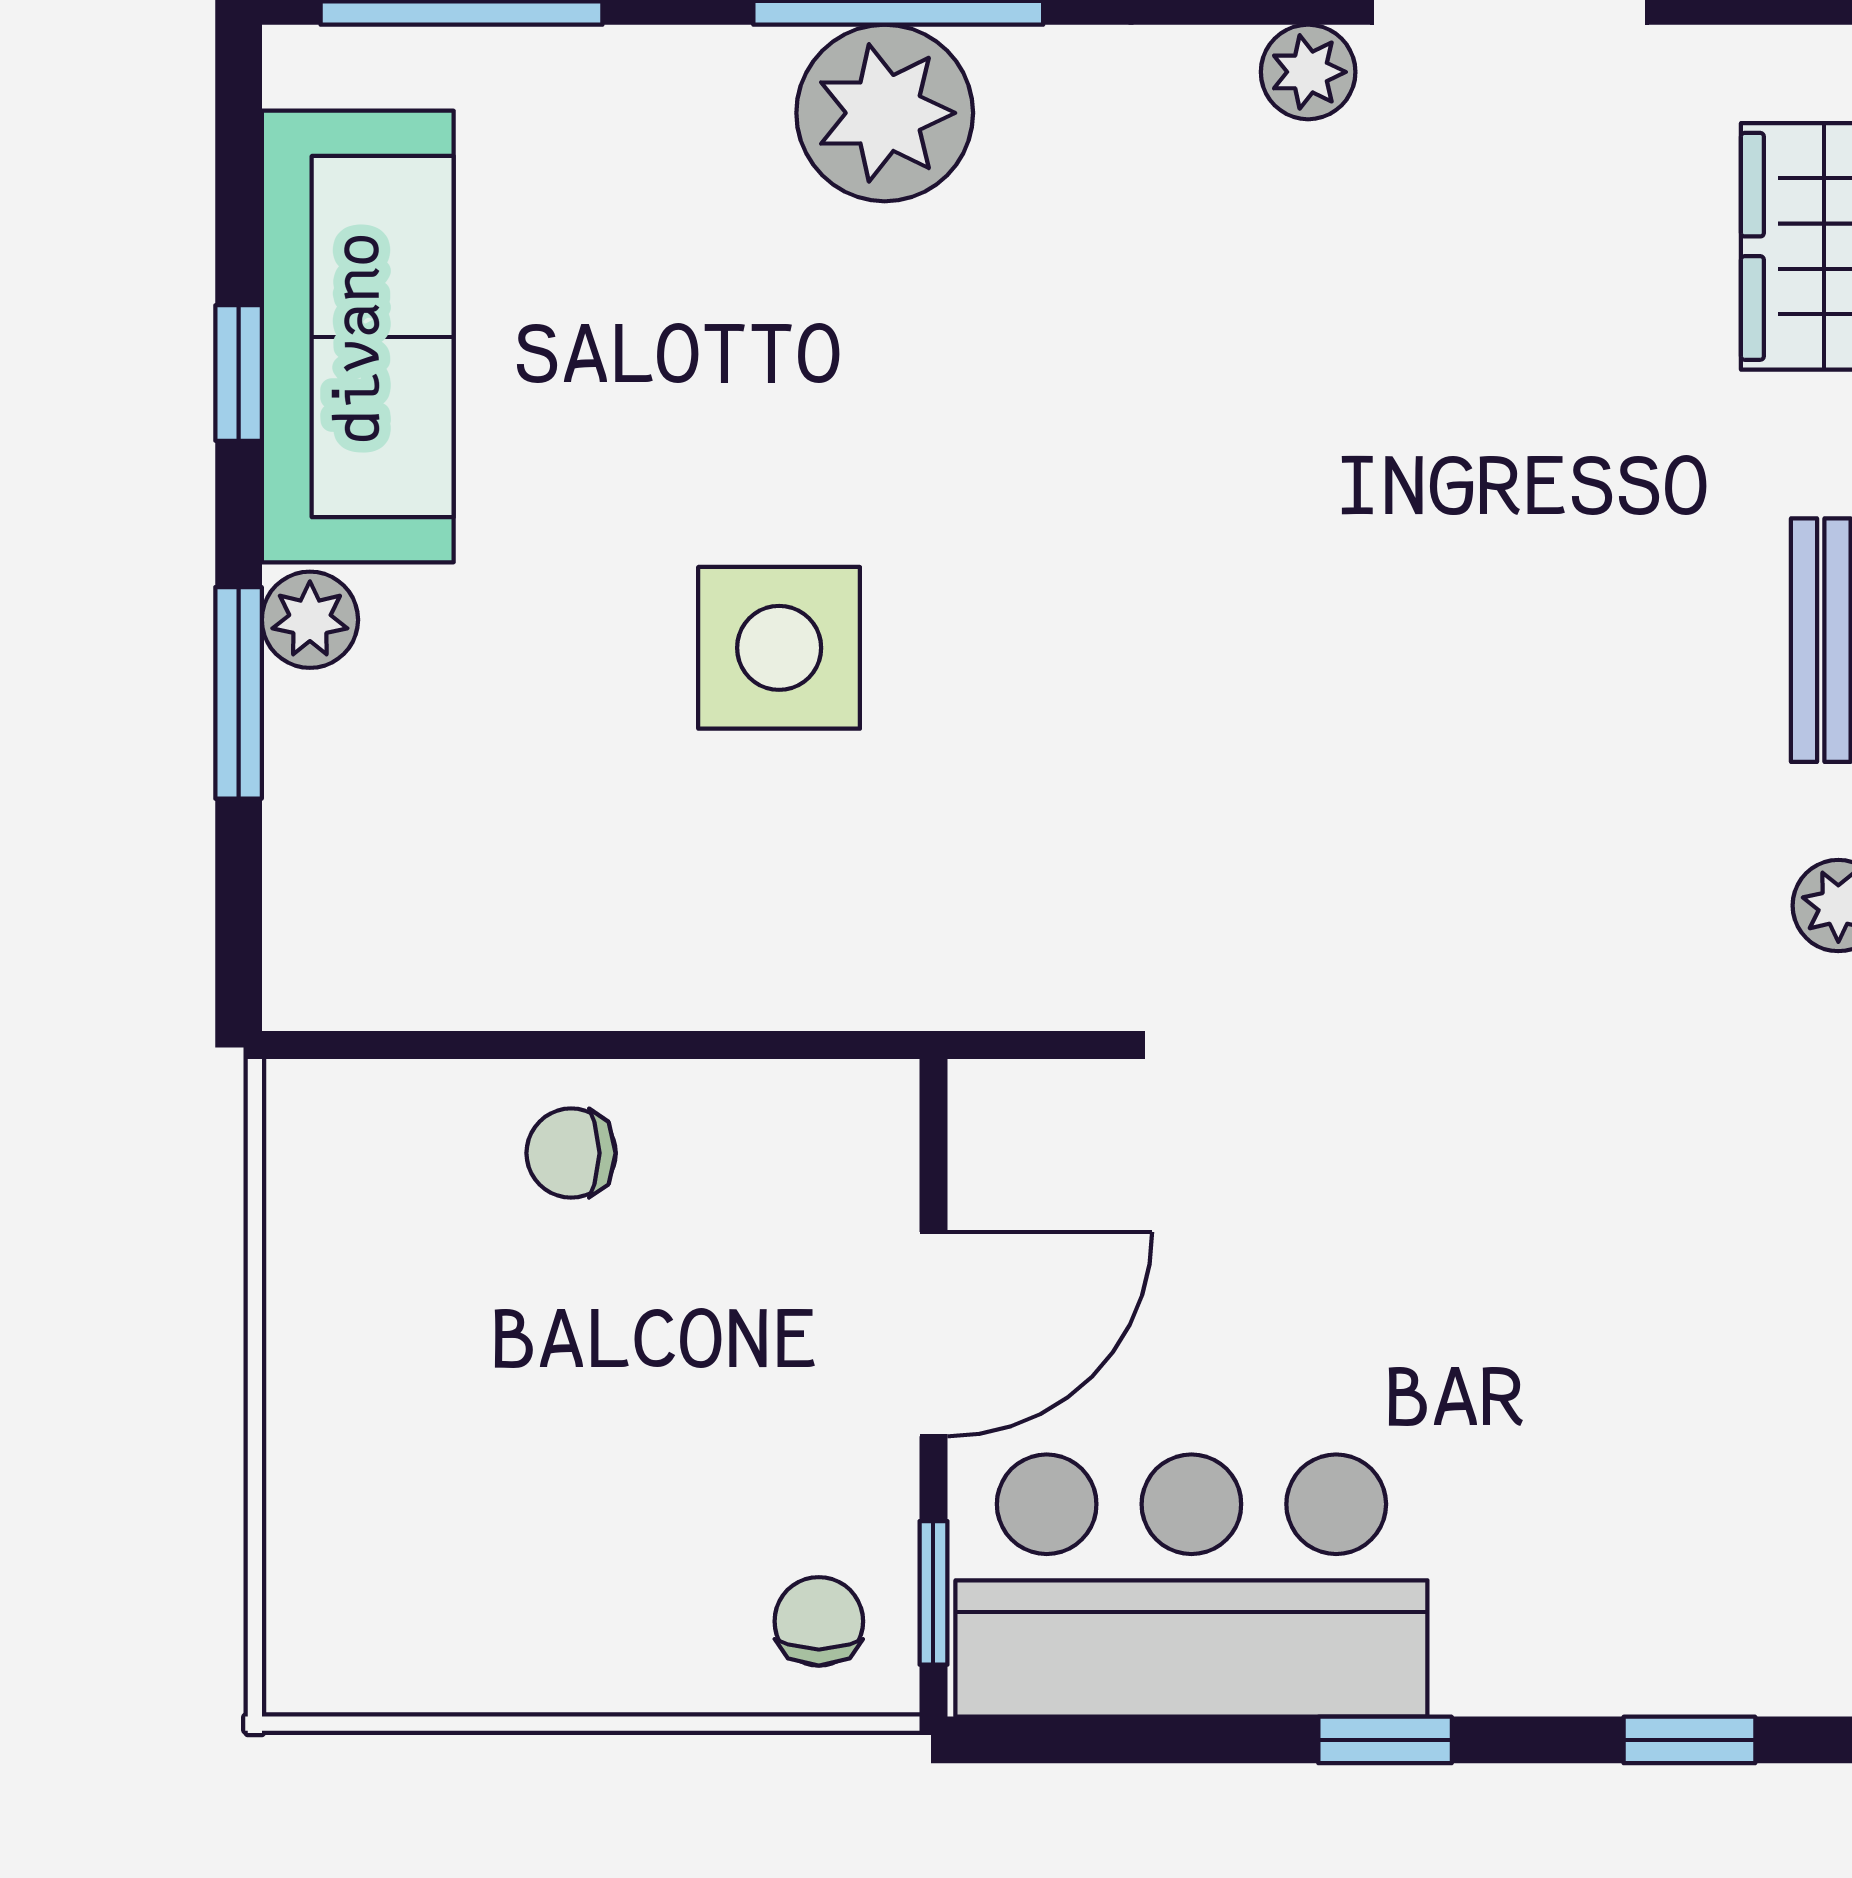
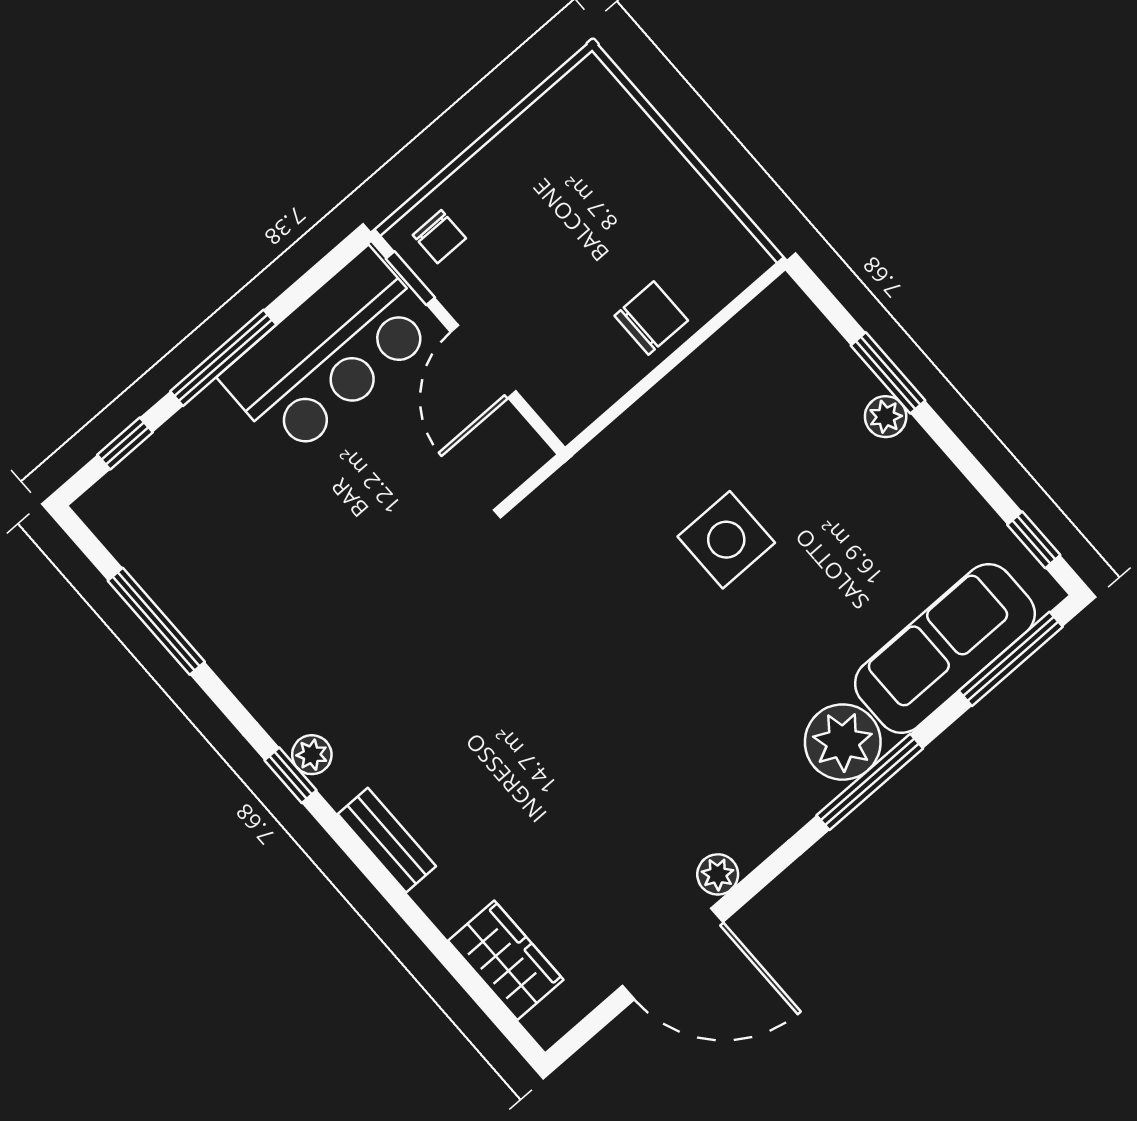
sofa: (358, 337) -> (945, 648), moved, turned 90
window: (239, 373) -> (1034, 540), moved
chair: (571, 1153) -> (651, 318), width x1.37, depth x1.37
window: (1385, 1740) -> (223, 358), width x2.17

